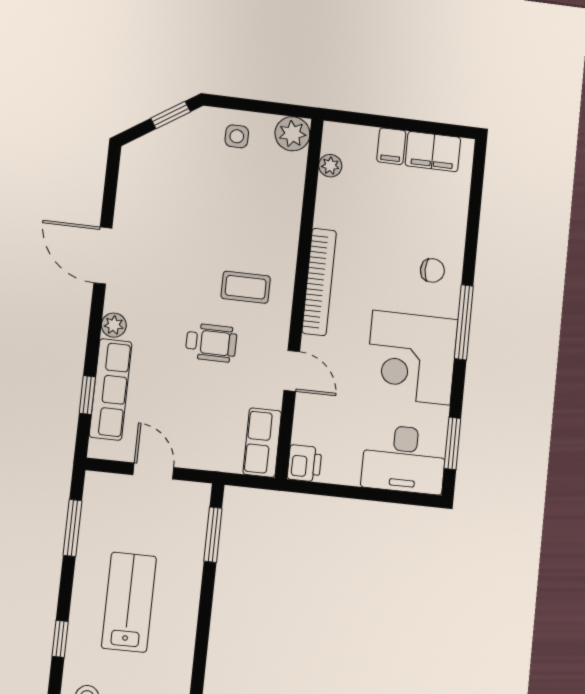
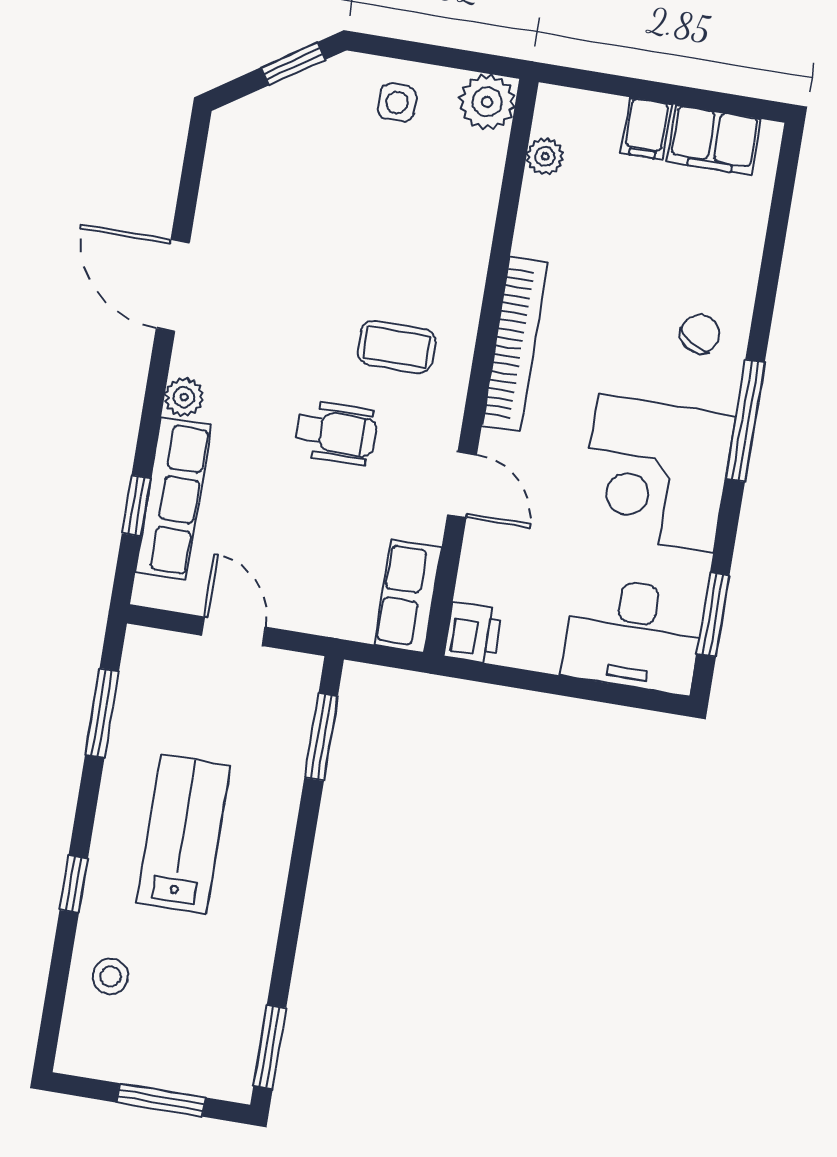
chair: (432, 270) -> (700, 334), turned -58

